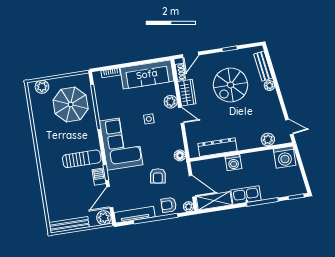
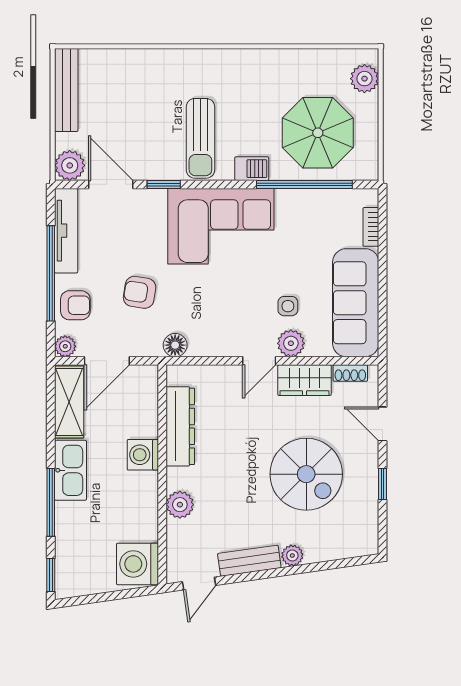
door: (191, 55) -> (383, 424), moved
bench: (263, 66) -> (249, 561), moved
spiral stairs: (231, 85) -> (306, 474), turned 180
side table: (149, 119) -> (288, 306), moved
plant: (268, 139) -> (180, 505), moved
barbecue: (99, 177) -> (252, 169), moved
armchair: (169, 205) -> (75, 305), turned 90

